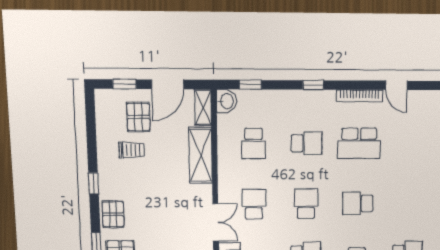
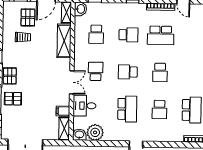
school desk: (358, 203) -> (160, 72), turned -90
school desk: (306, 204) -> (128, 72), turned -90

